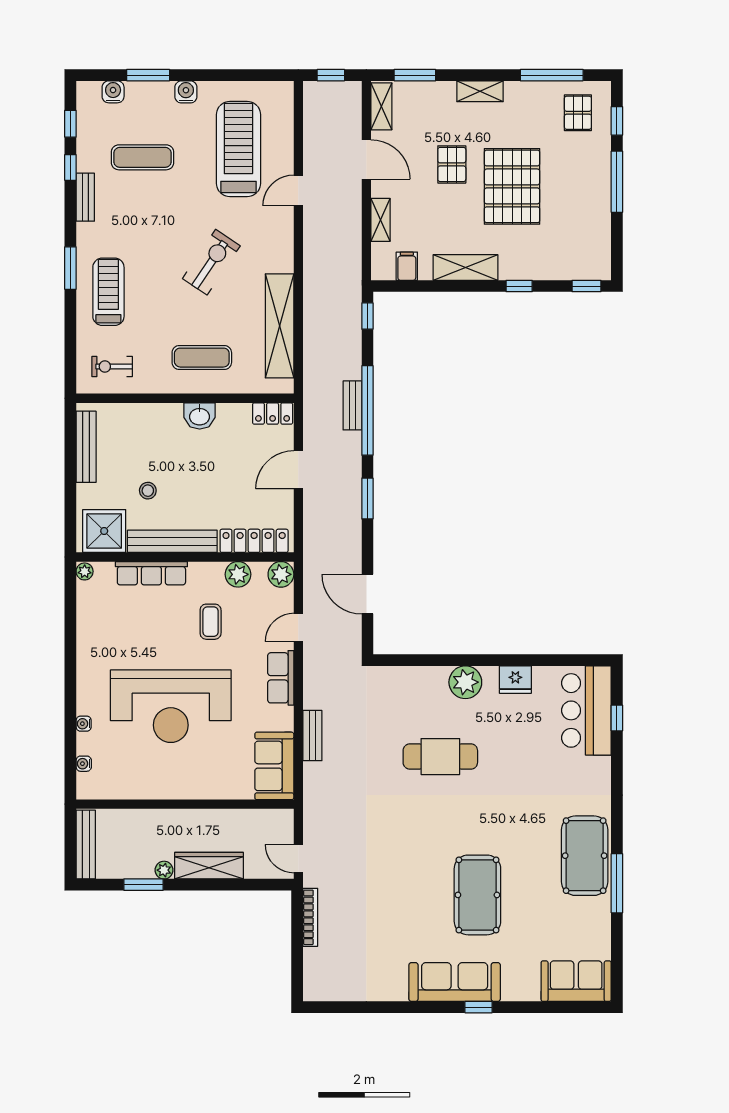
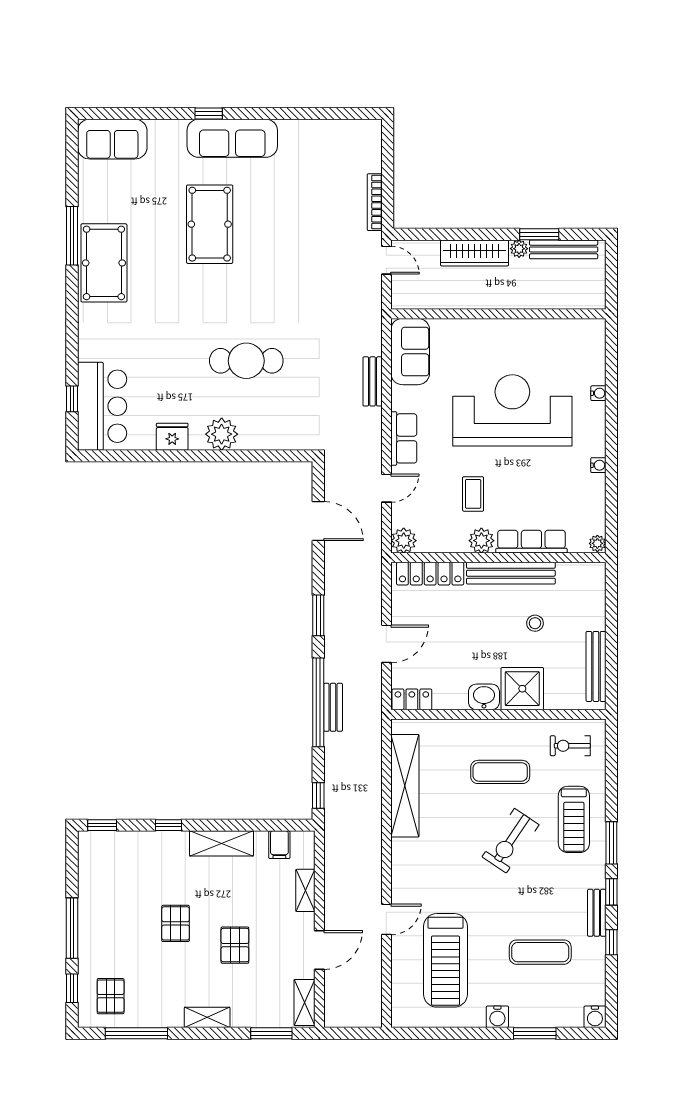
window: (331, 75) -> (354, 1033), removed
water cooler: (113, 92) -> (595, 1017), moved
window: (70, 124) -> (611, 892), moved
door: (366, 160) -> (319, 950), swing flipped
pallet: (512, 186) -> (176, 923), width x0.49, depth x0.50
exercise bike: (211, 262) -> (510, 841), moved
exercise mat: (202, 358) -> (500, 772), moved
exercise bike: (112, 366) -> (570, 746), turned 180
shower: (104, 531) -> (522, 689), moved
plant: (238, 574) -> (481, 541), moved
water cooler: (84, 764) -> (598, 465), moved
bench: (86, 845) -> (564, 249), moved, turned 90

